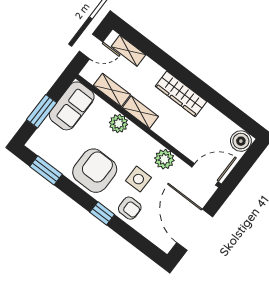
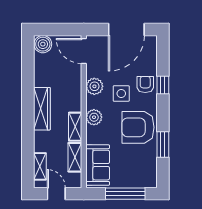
sofa: (72, 106) -> (98, 165), moved, turned 90
window: (42, 111) -> (125, 194), width x1.44
plant: (119, 123) -> (94, 117), moved
window: (46, 170) -> (163, 145), moved
window: (102, 213) -> (163, 85), moved

